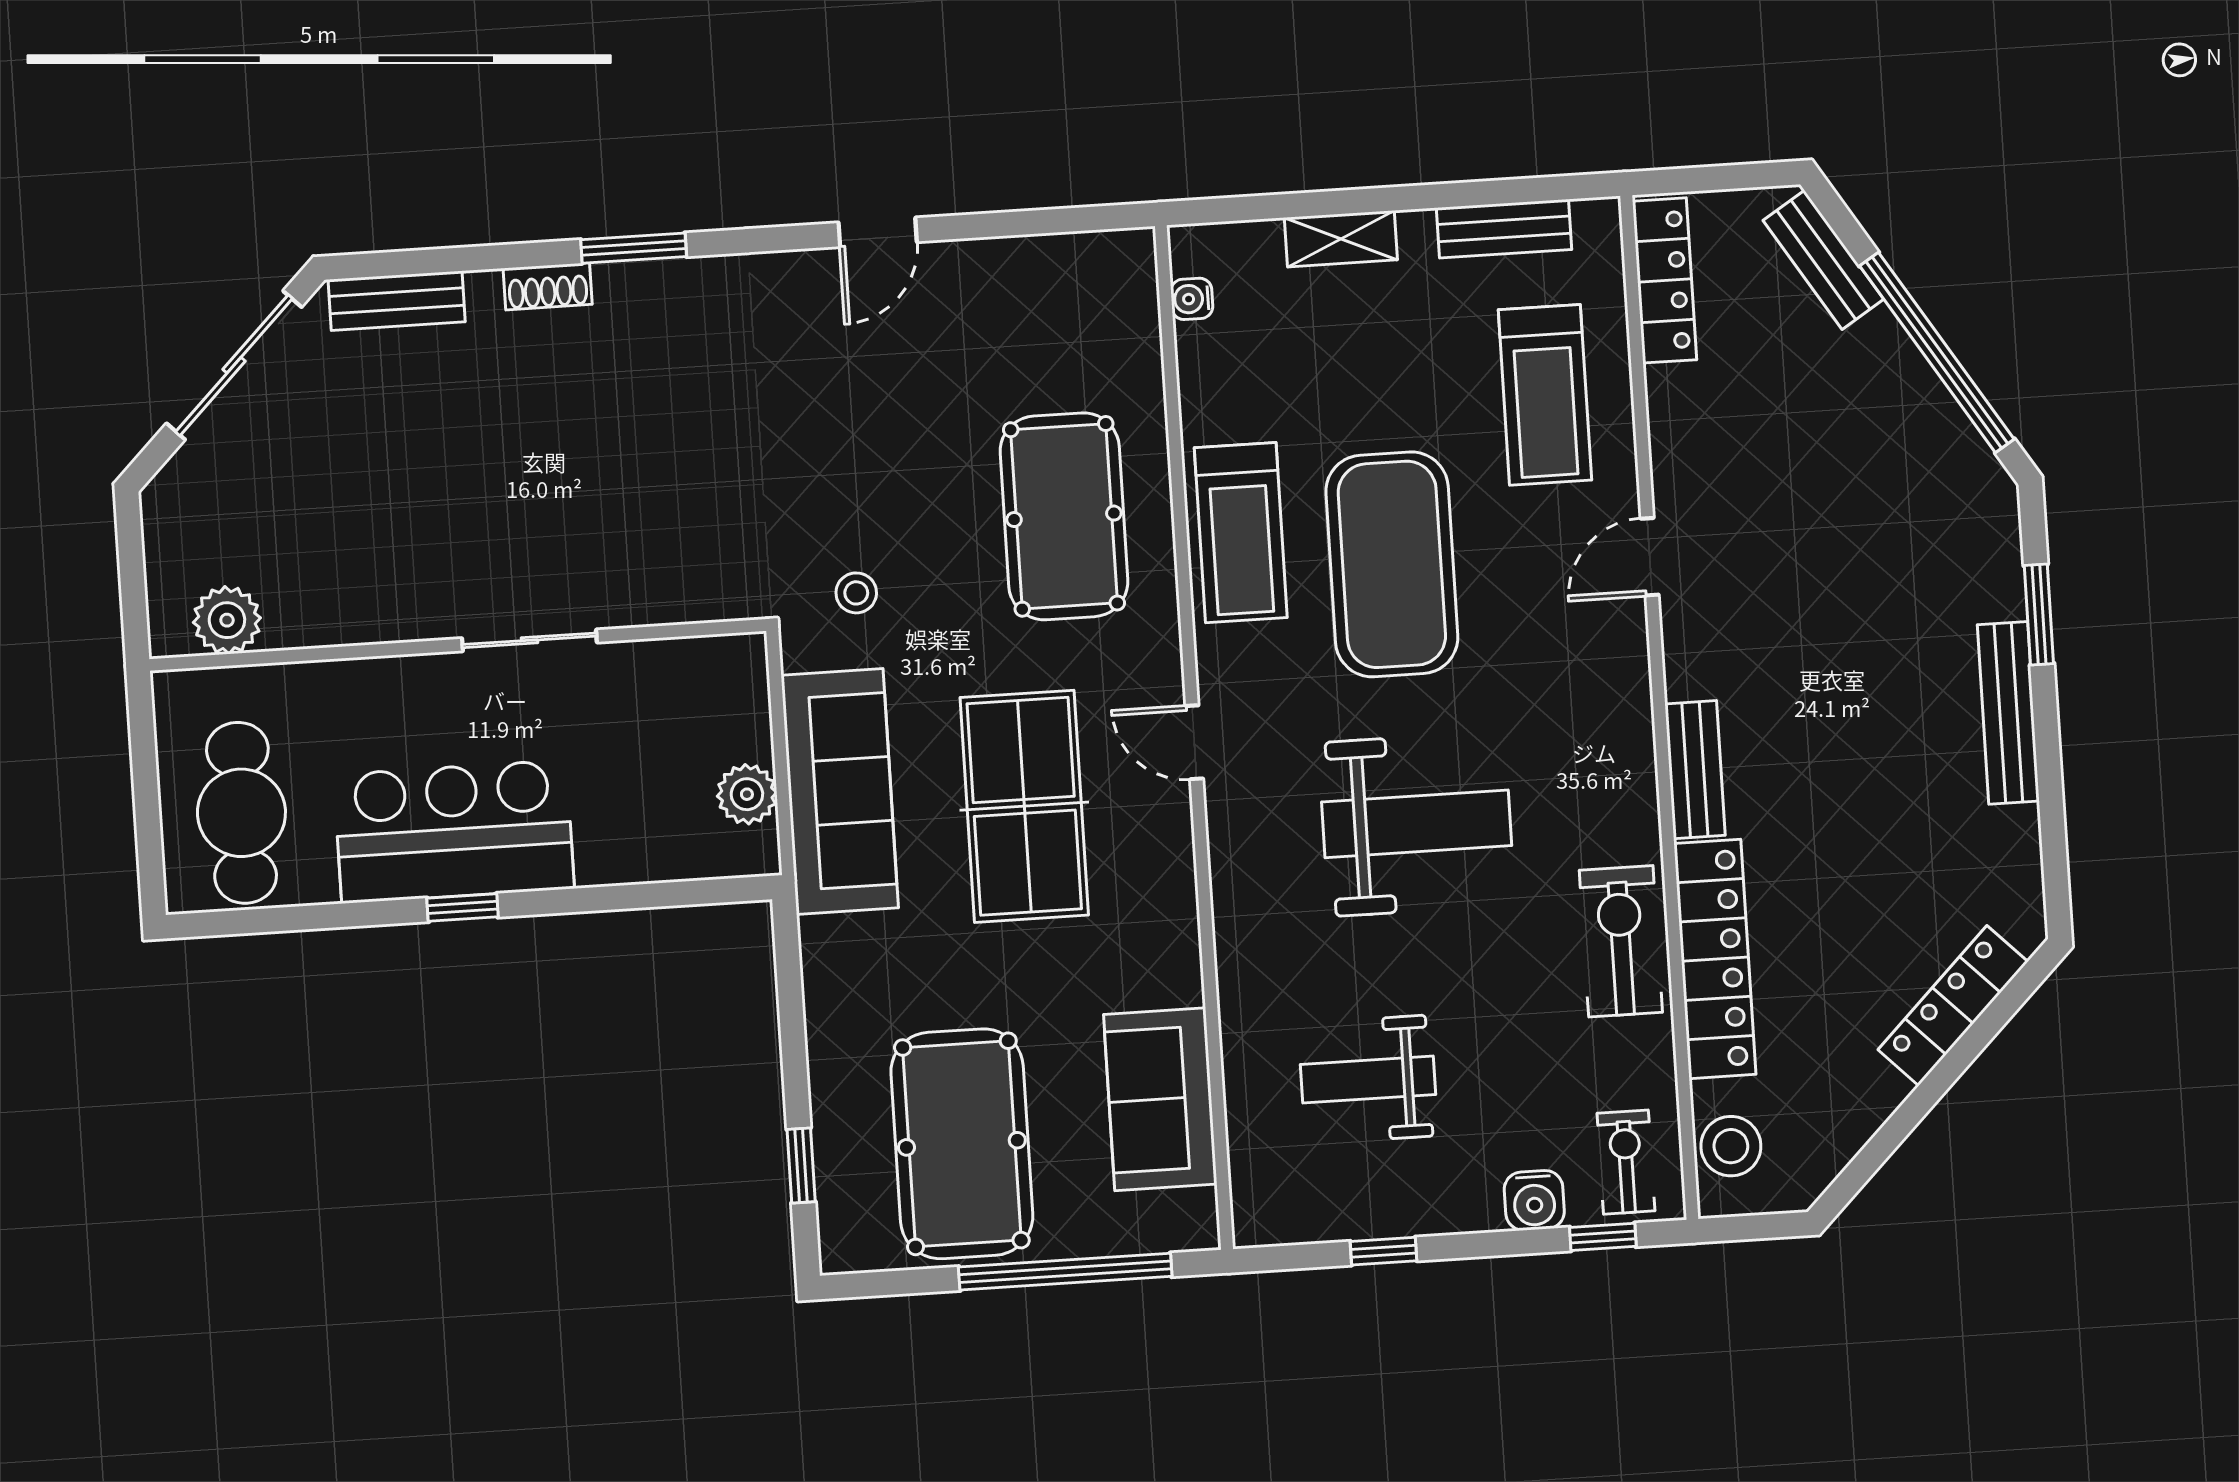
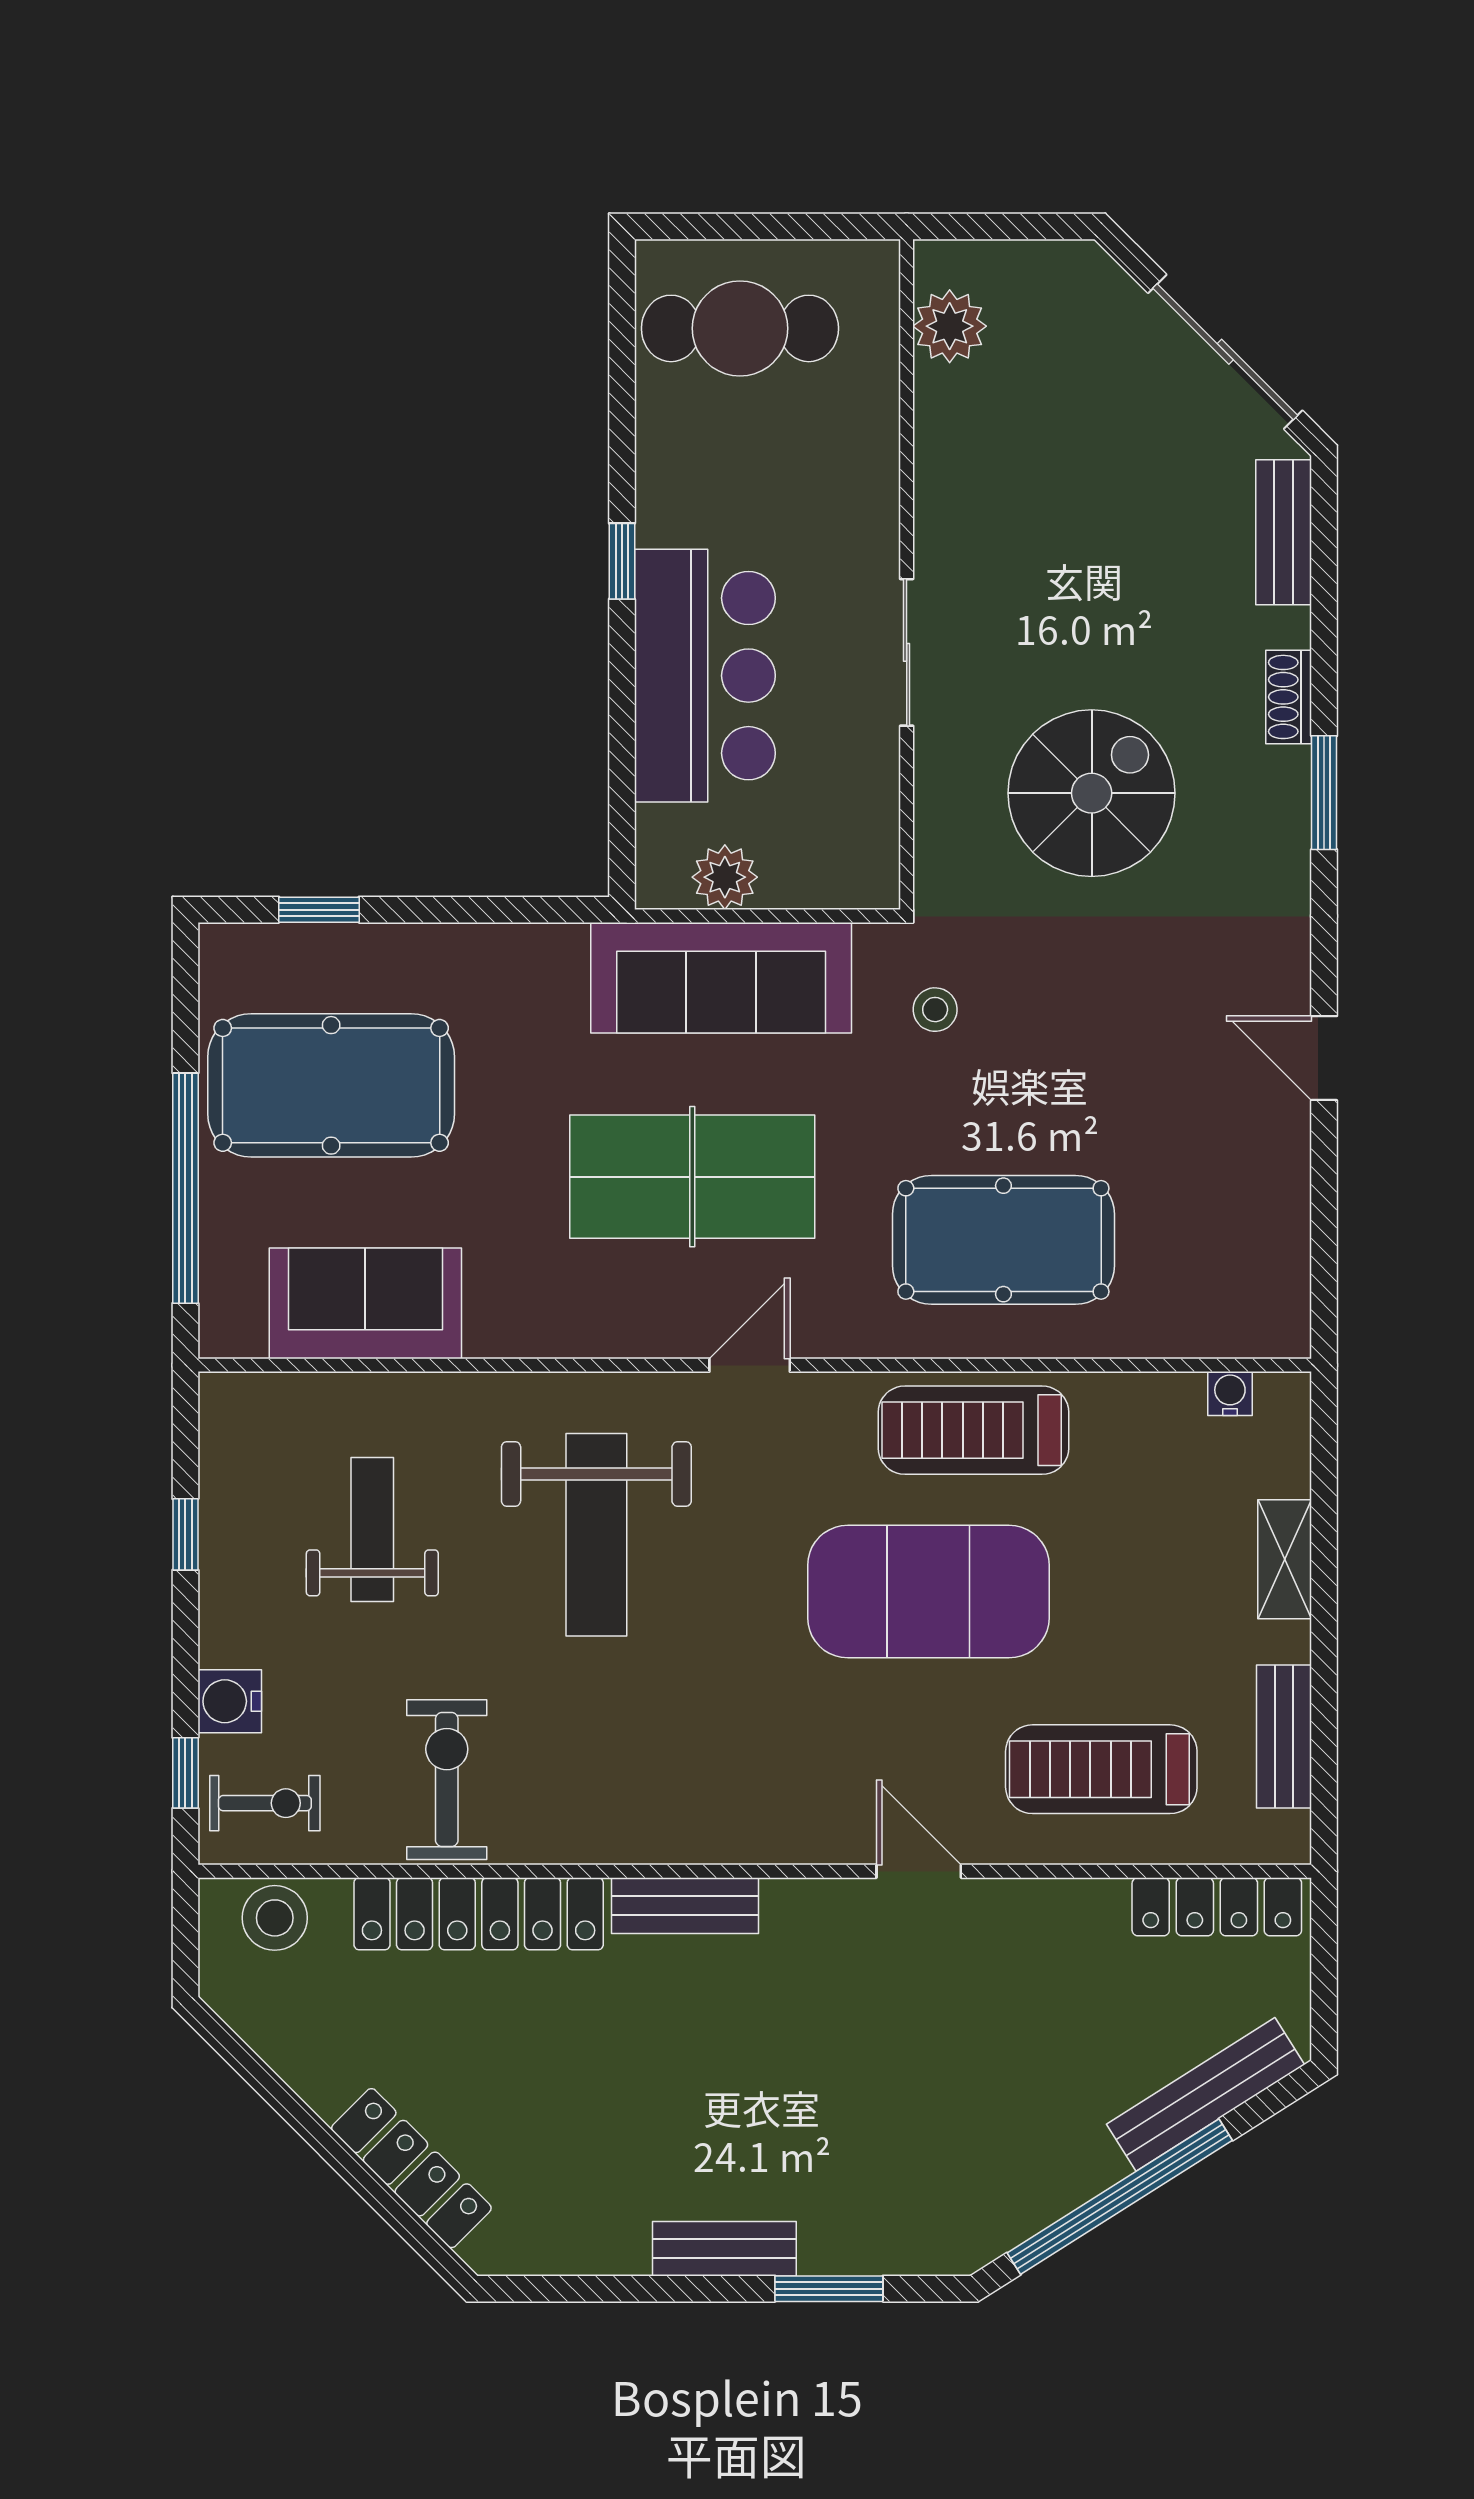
bench: (1823, 260) -> (1206, 2094), width x1.36
spiral stairs: (648, 462) -> (1092, 793), added
bench: (2008, 713) -> (724, 2249), width x0.73
weight bench: (1417, 824) -> (596, 1535), moved
bar counter: (454, 832) -> (705, 676), moved
exercise bike: (1621, 941) -> (447, 1780), moved, turned -90

